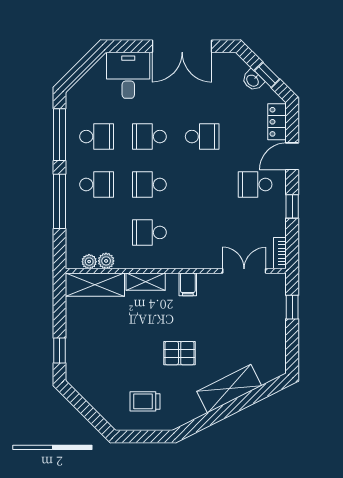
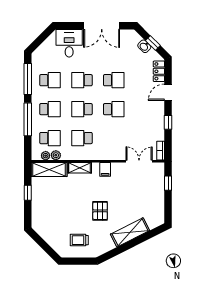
school desk: (255, 184) -> (114, 109), moved, turned 180
school desk: (97, 232) -> (50, 138), added
window: (60, 350) -> (28, 193), moved
pallet: (180, 353) -> (100, 211), turned 90

